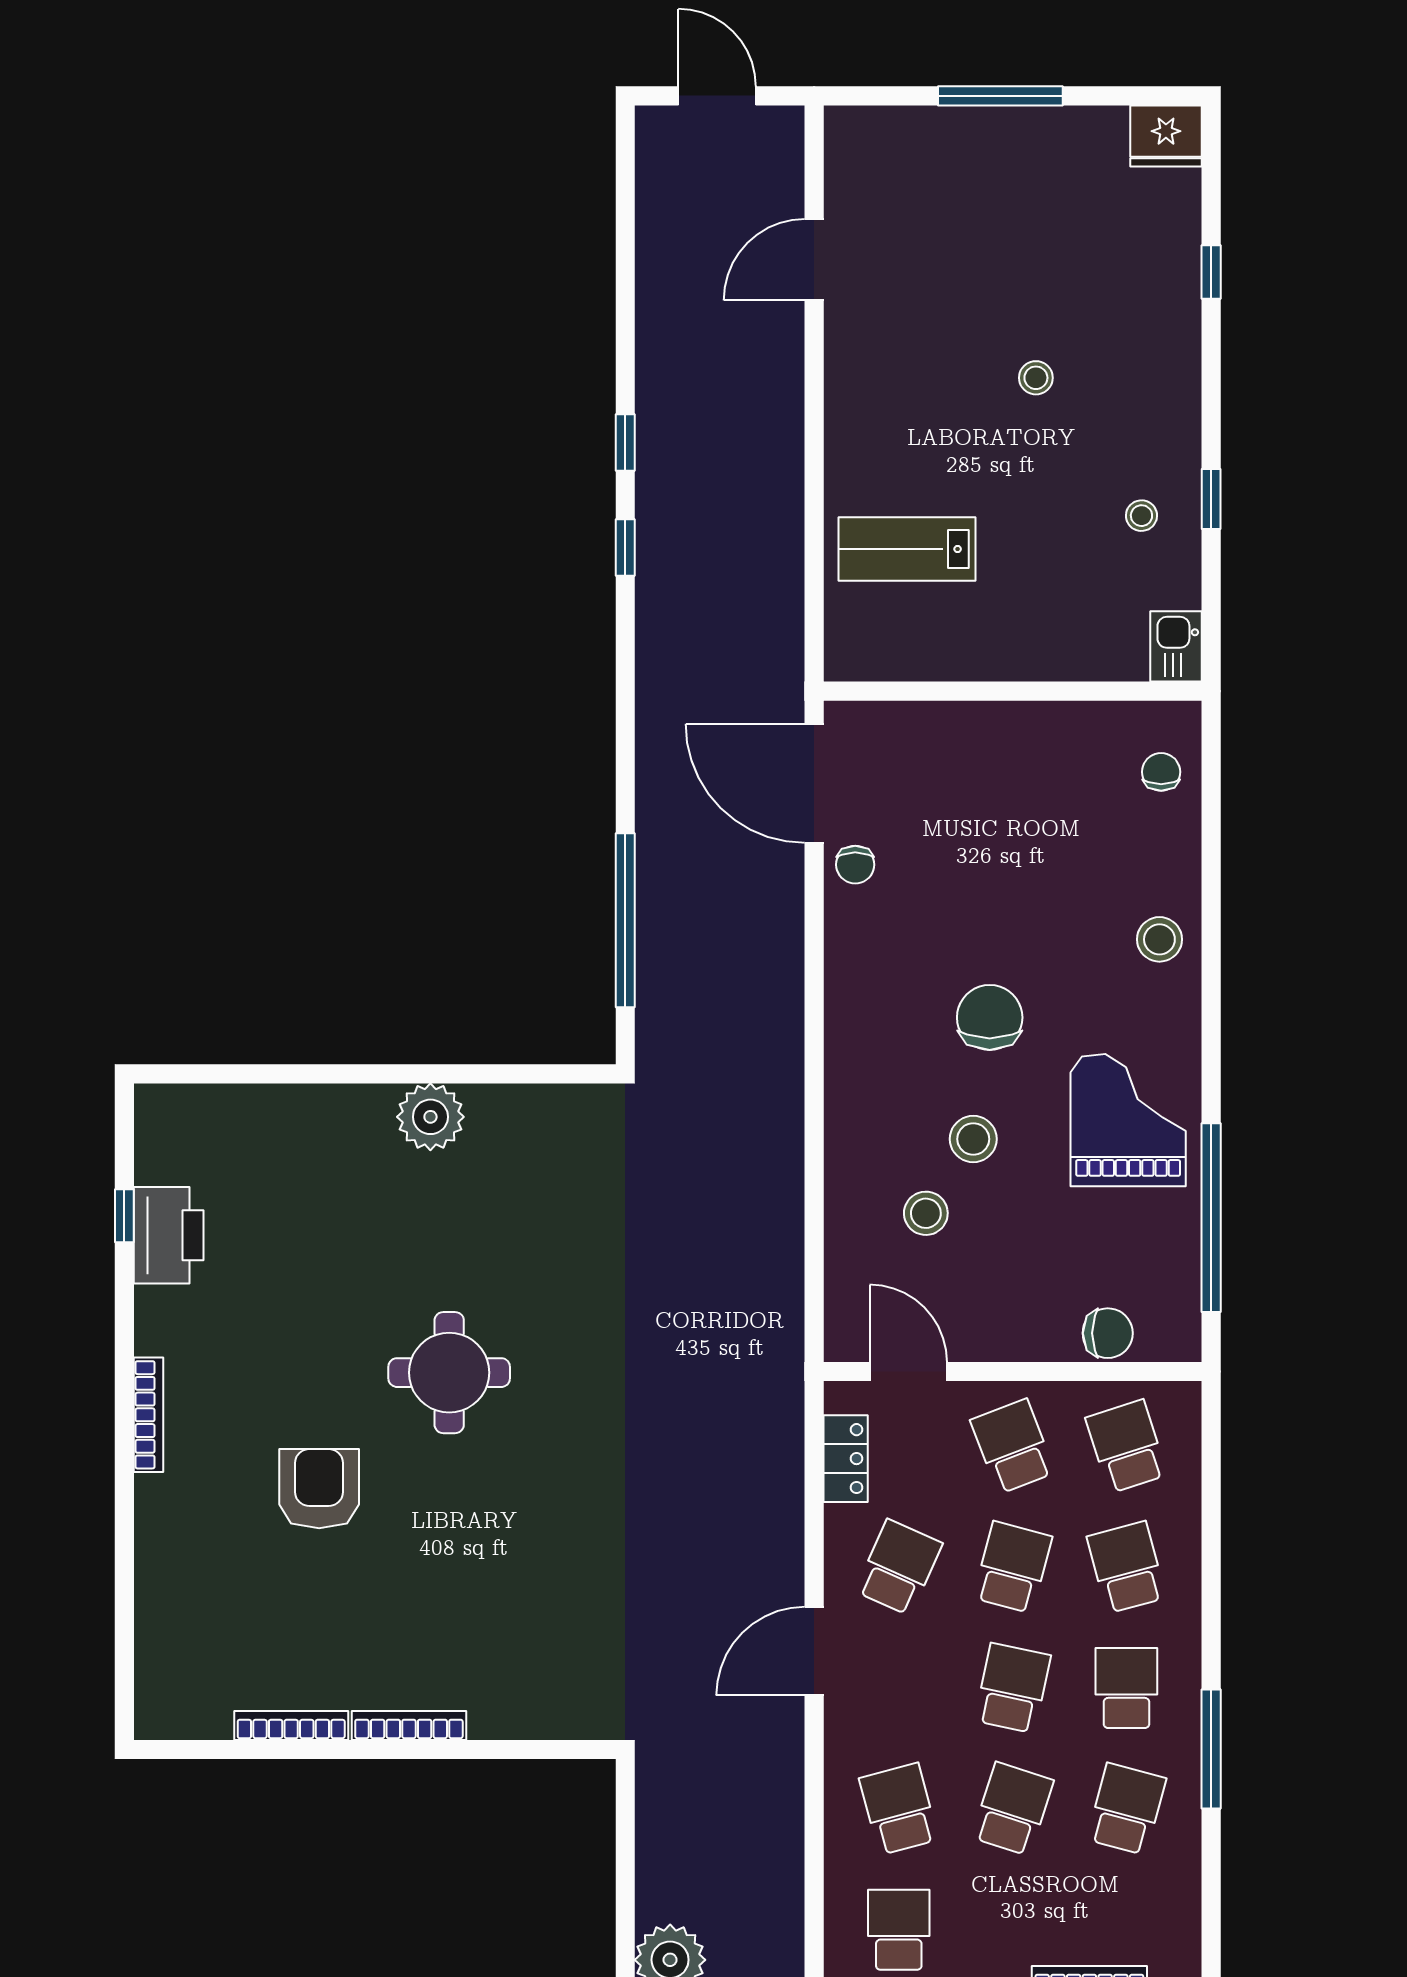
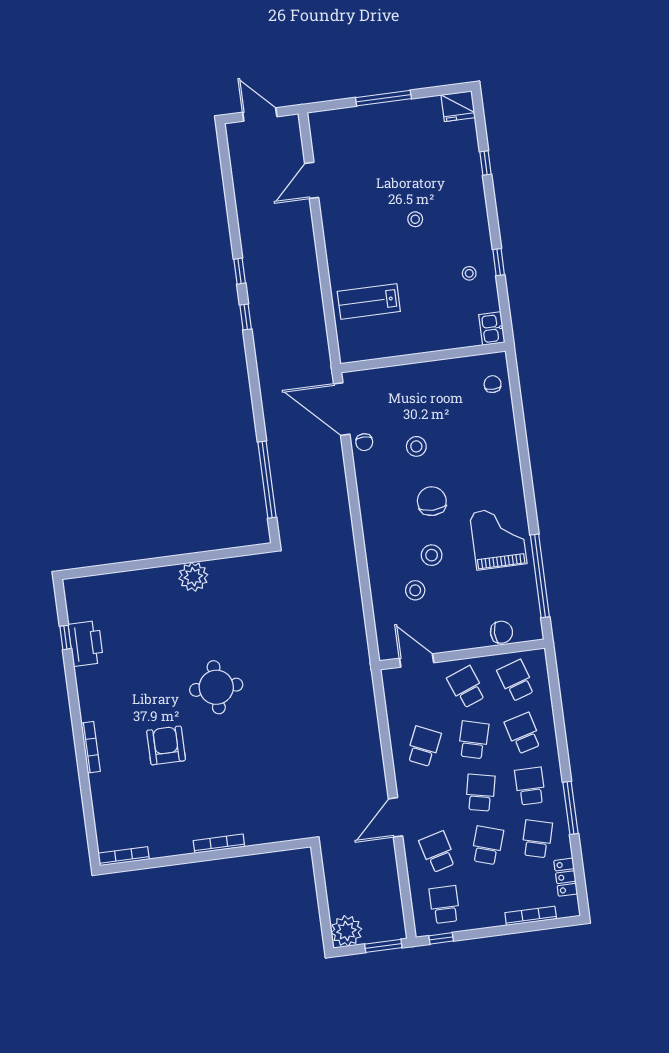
stool: (1159, 939) -> (416, 446), moved
bookcase: (149, 1415) -> (91, 747), moved
locker: (846, 1459) -> (566, 877), moved, turned 180
door: (814, 1651) -> (395, 817), moved
bookcase: (291, 1725) -> (124, 856), moved

